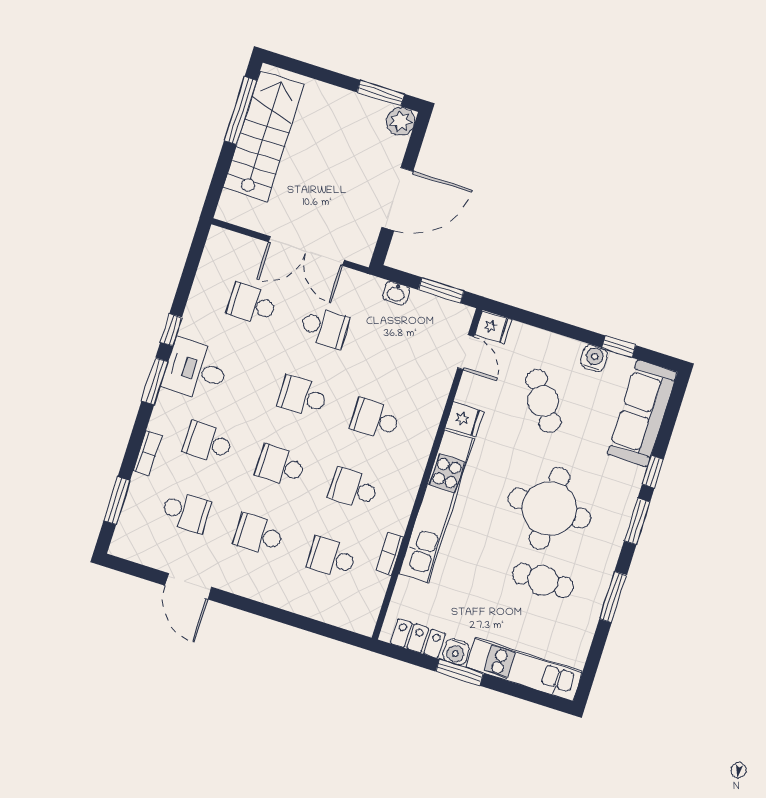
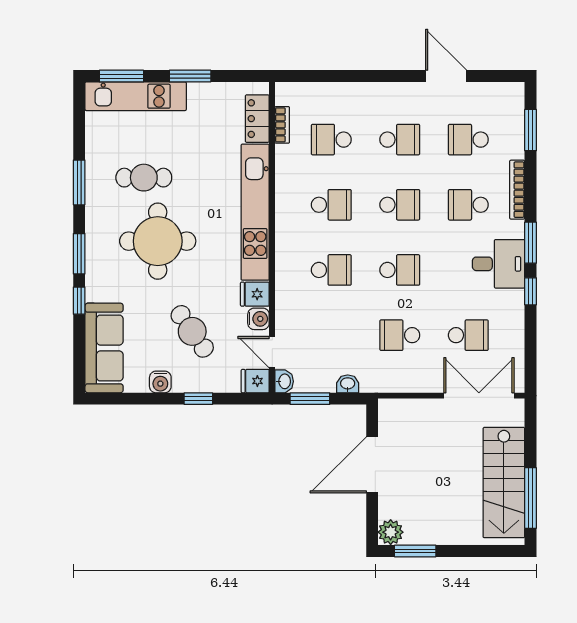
double door: (306, 251) -> (479, 396), moved
washbasin: (463, 317) -> (284, 381), added
window: (619, 347) -> (198, 399), moved
school desk: (208, 442) -> (468, 205), turned 180
bookcase: (147, 453) -> (517, 190), width x1.56
bookcase: (390, 554) -> (282, 125), moved
school desk: (331, 558) -> (331, 140), turned 180
locker: (418, 638) -> (257, 119), moved, turned 90
water cooler: (456, 652) -> (258, 319), moved, turned 90
window: (532, 696) -> (121, 76), added

